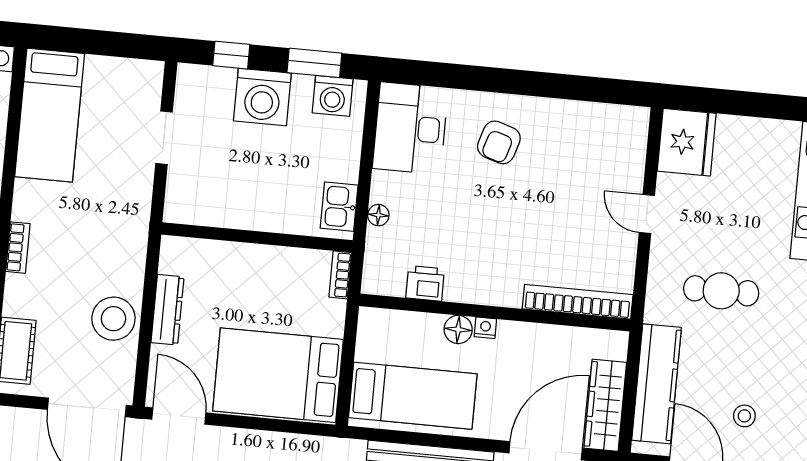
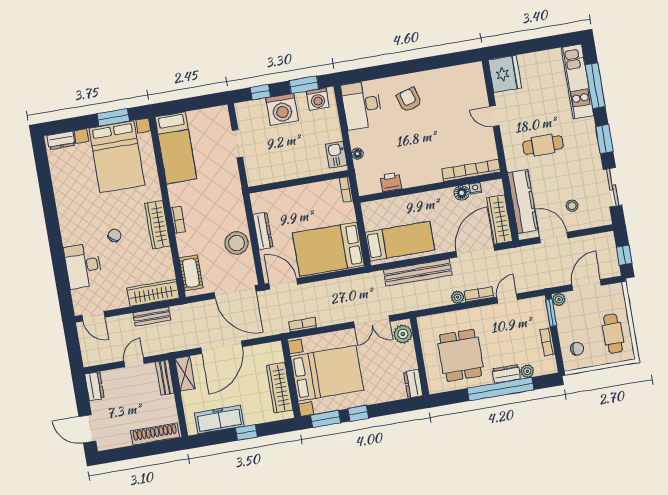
armchair: (499, 142) -> (409, 100), turned 147
nightstand: (485, 328) -> (475, 188), moved
floor lamp: (458, 329) -> (462, 193), moved

